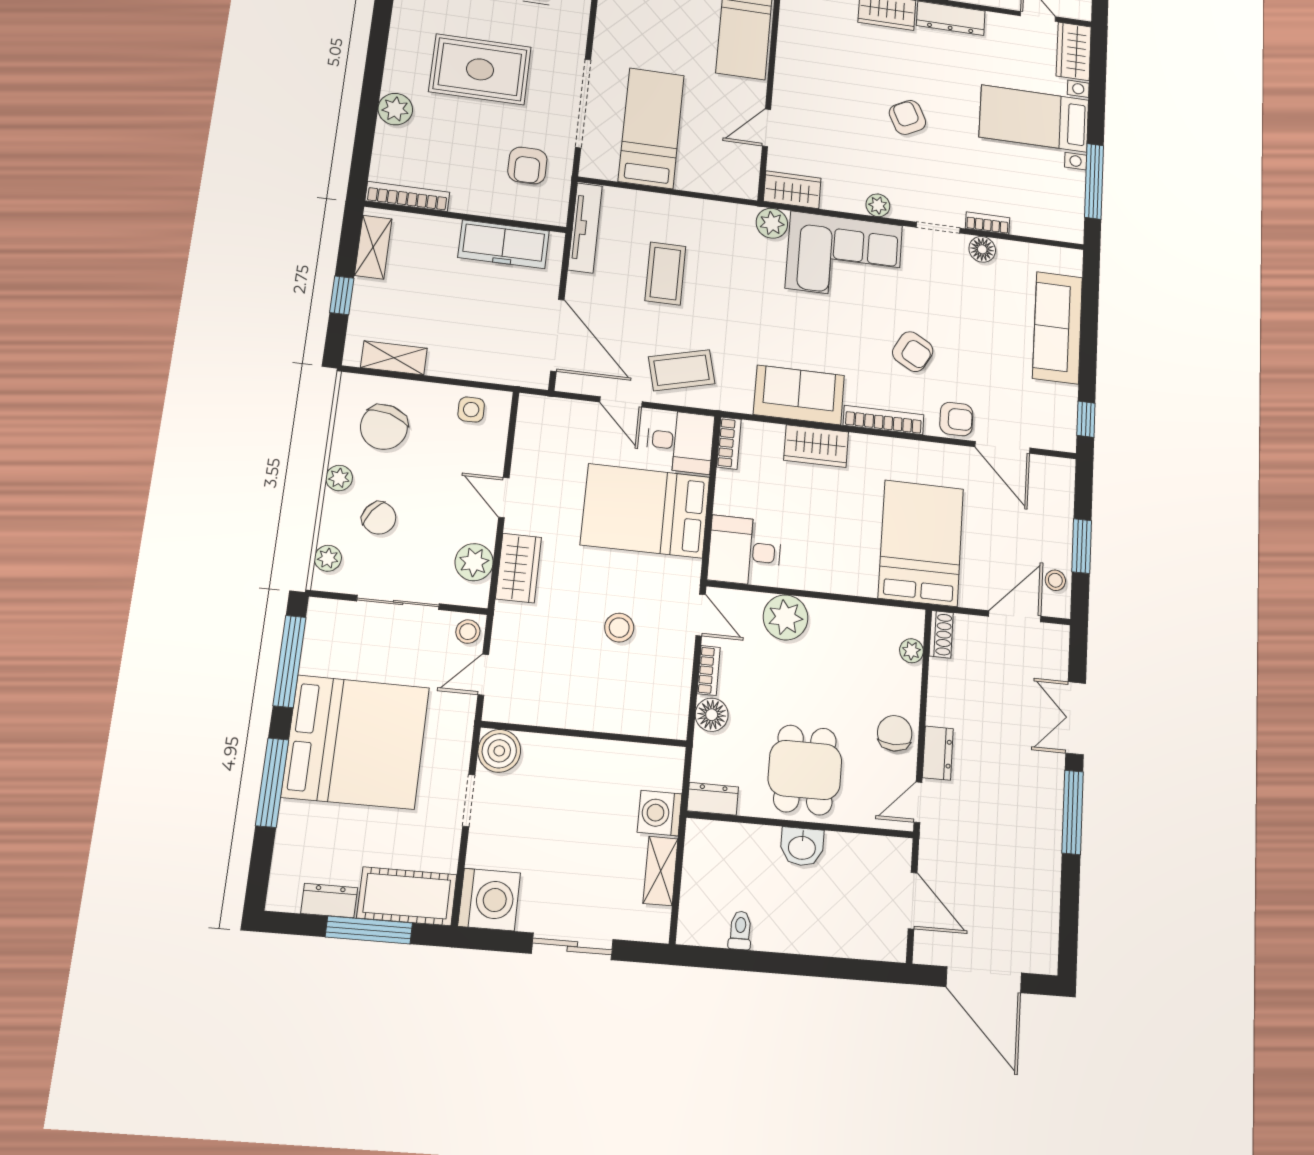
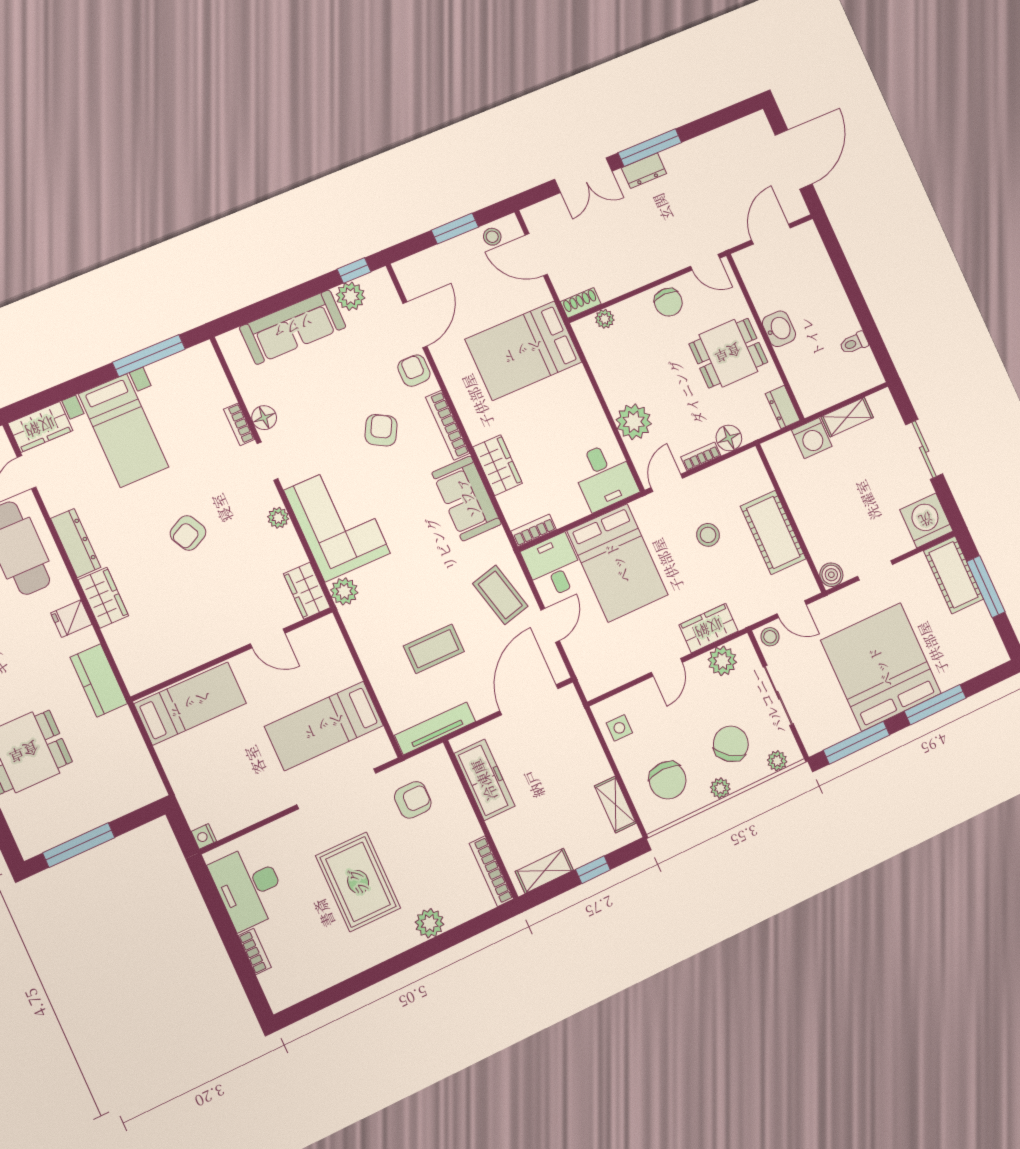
plant: (1062, 401) -> (351, 296), added
chair: (384, 427) -> (668, 780), turned 74
chair: (379, 518) -> (731, 744), width x1.37, depth x1.37
cot: (580, 704) -> (773, 533), added
chair: (895, 733) -> (668, 302), turned -90
boiler: (499, 751) -> (831, 575), width x0.73, depth x0.73
dresser: (938, 753) -> (644, 171), moved, turned 180
dresser: (329, 901) -> (983, 623), removed

